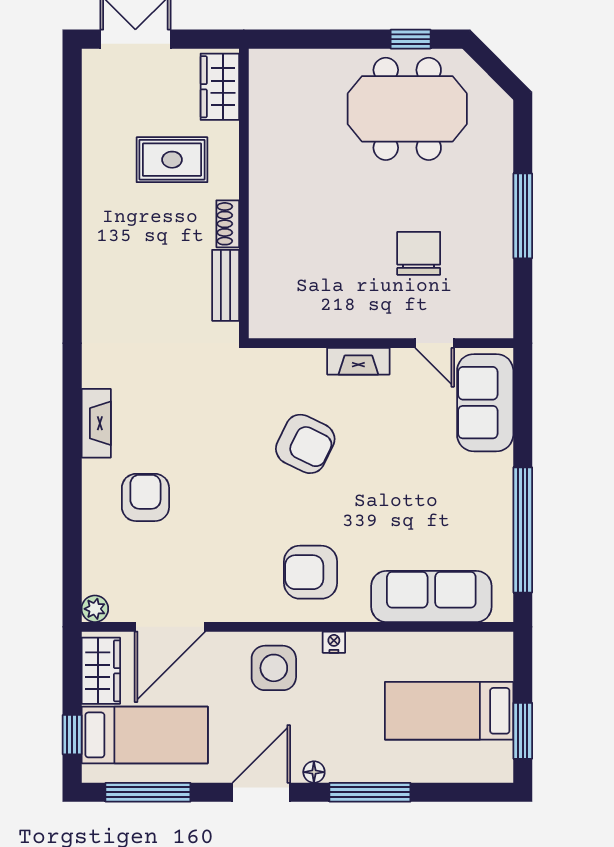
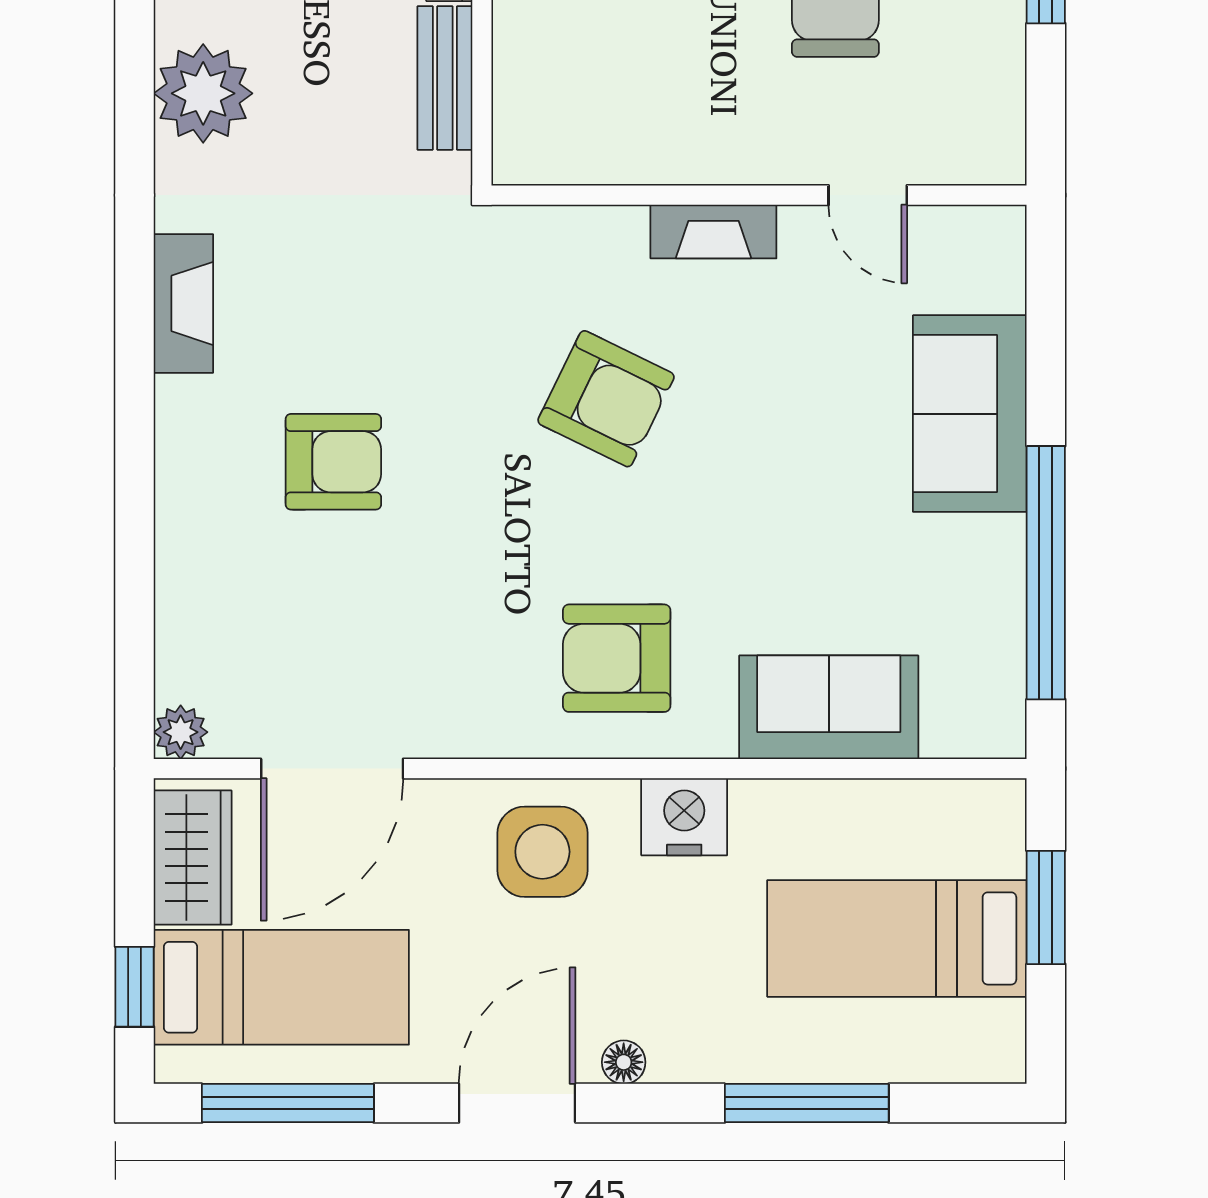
plant: (106, 293) -> (203, 93), added
sofa: (485, 403) -> (970, 414), moved
fireplace: (96, 423) -> (183, 303), moved
armchair: (145, 497) -> (333, 462), moved, turned 90
sofa: (431, 596) -> (829, 707), width x0.73
nightstand: (334, 642) -> (684, 817), width x1.89, depth x1.79
window: (523, 731) -> (1046, 907), moved
window: (370, 792) -> (807, 1103), moved

